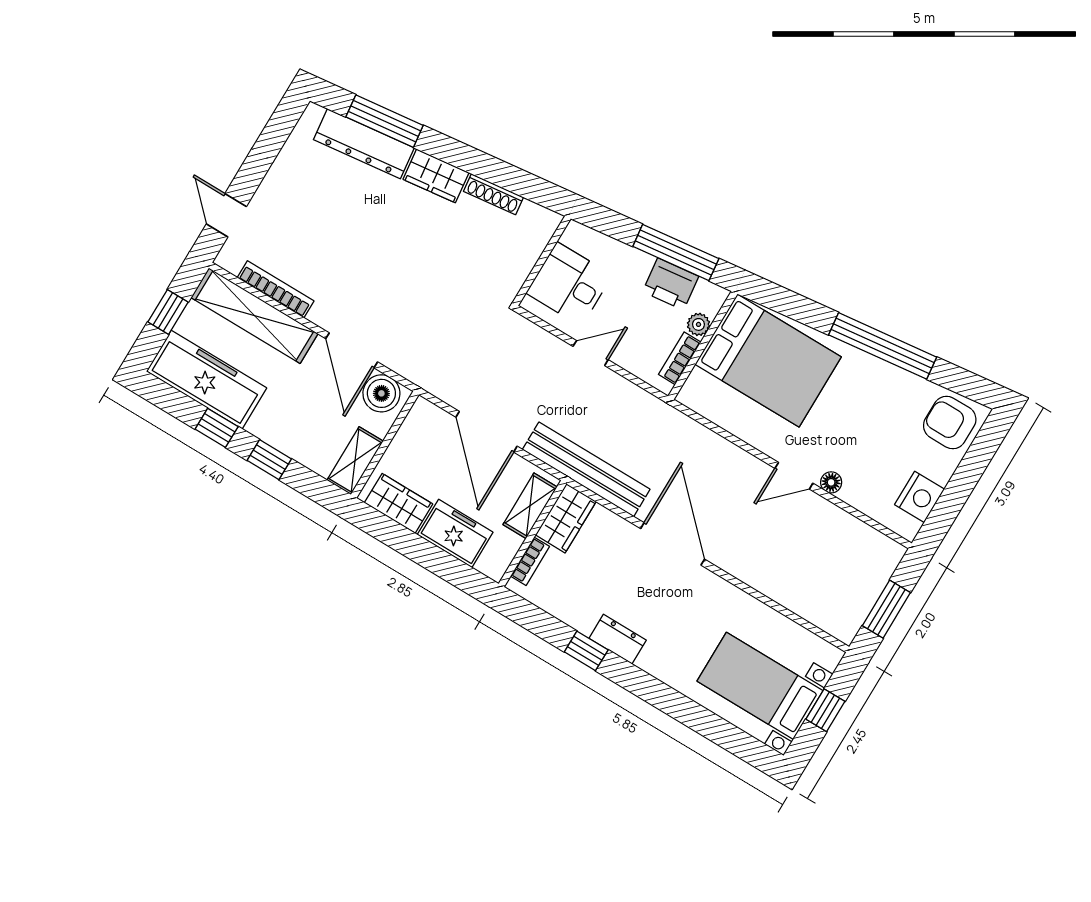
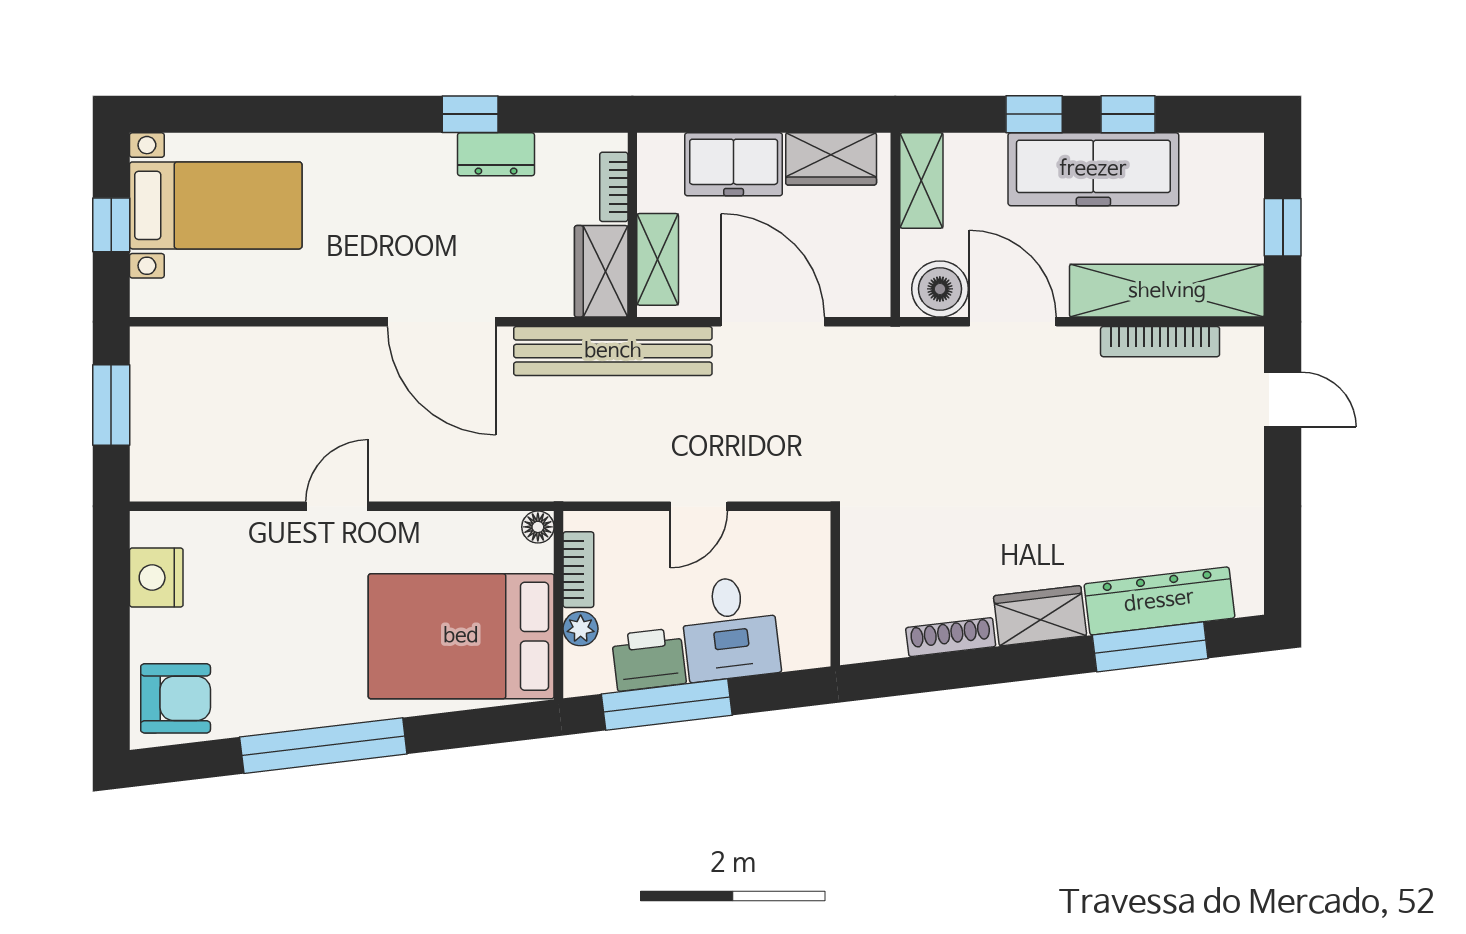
desk: (569, 284) -> (730, 628), moved, turned 83
freezer: (207, 380) -> (1093, 169), moved
floor lamp: (831, 482) -> (538, 527), moved
dresser: (618, 639) -> (496, 154), moved

